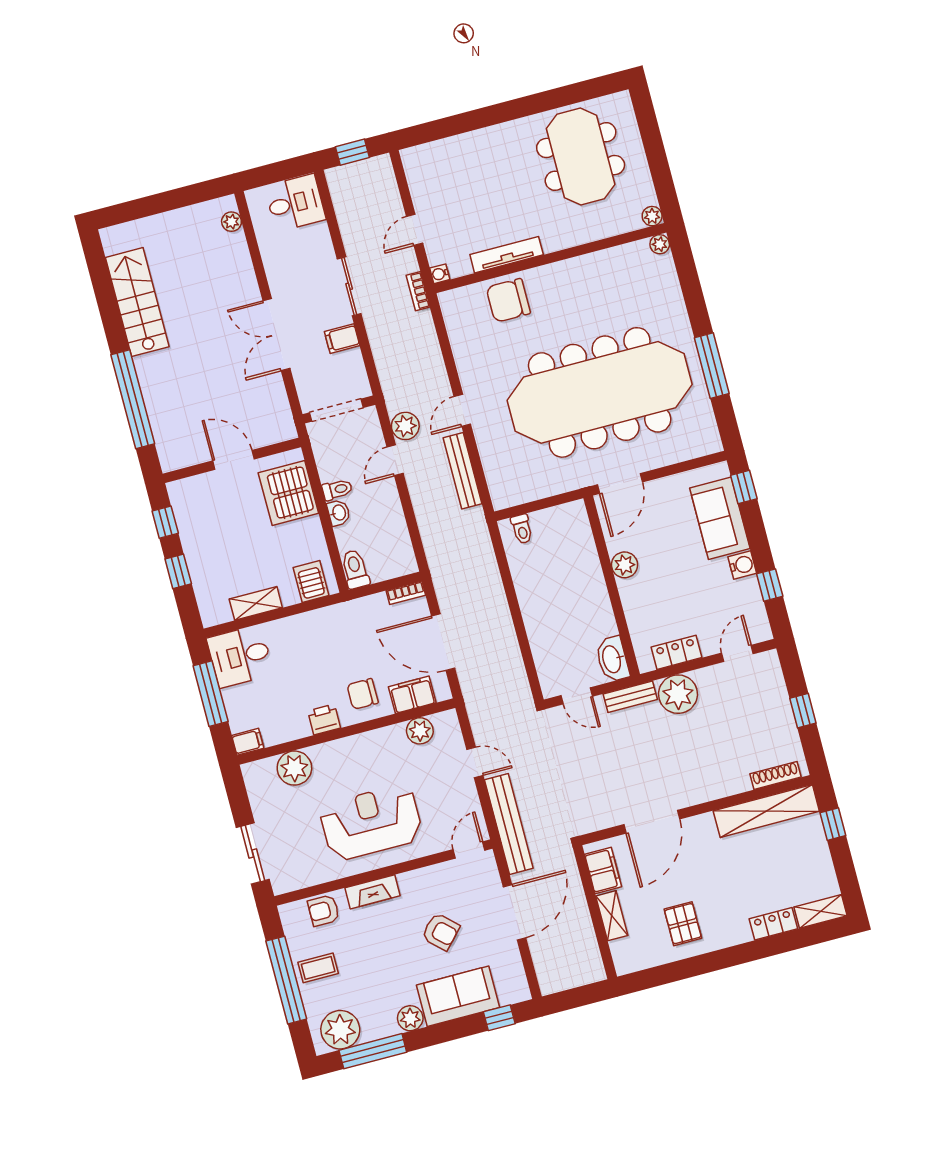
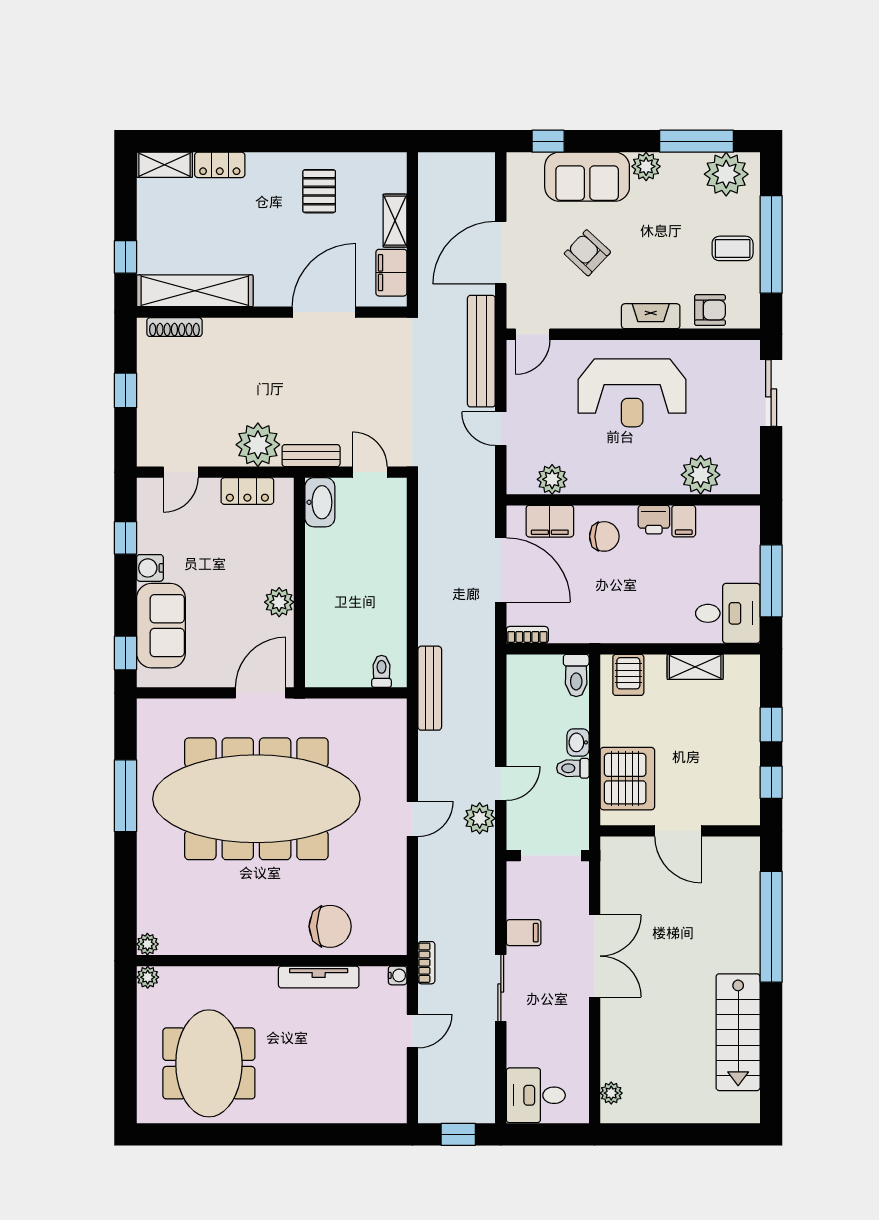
bench: (462, 471) -> (430, 688), moved
filing cabinet: (248, 742) -> (684, 521), moved, turned -90

